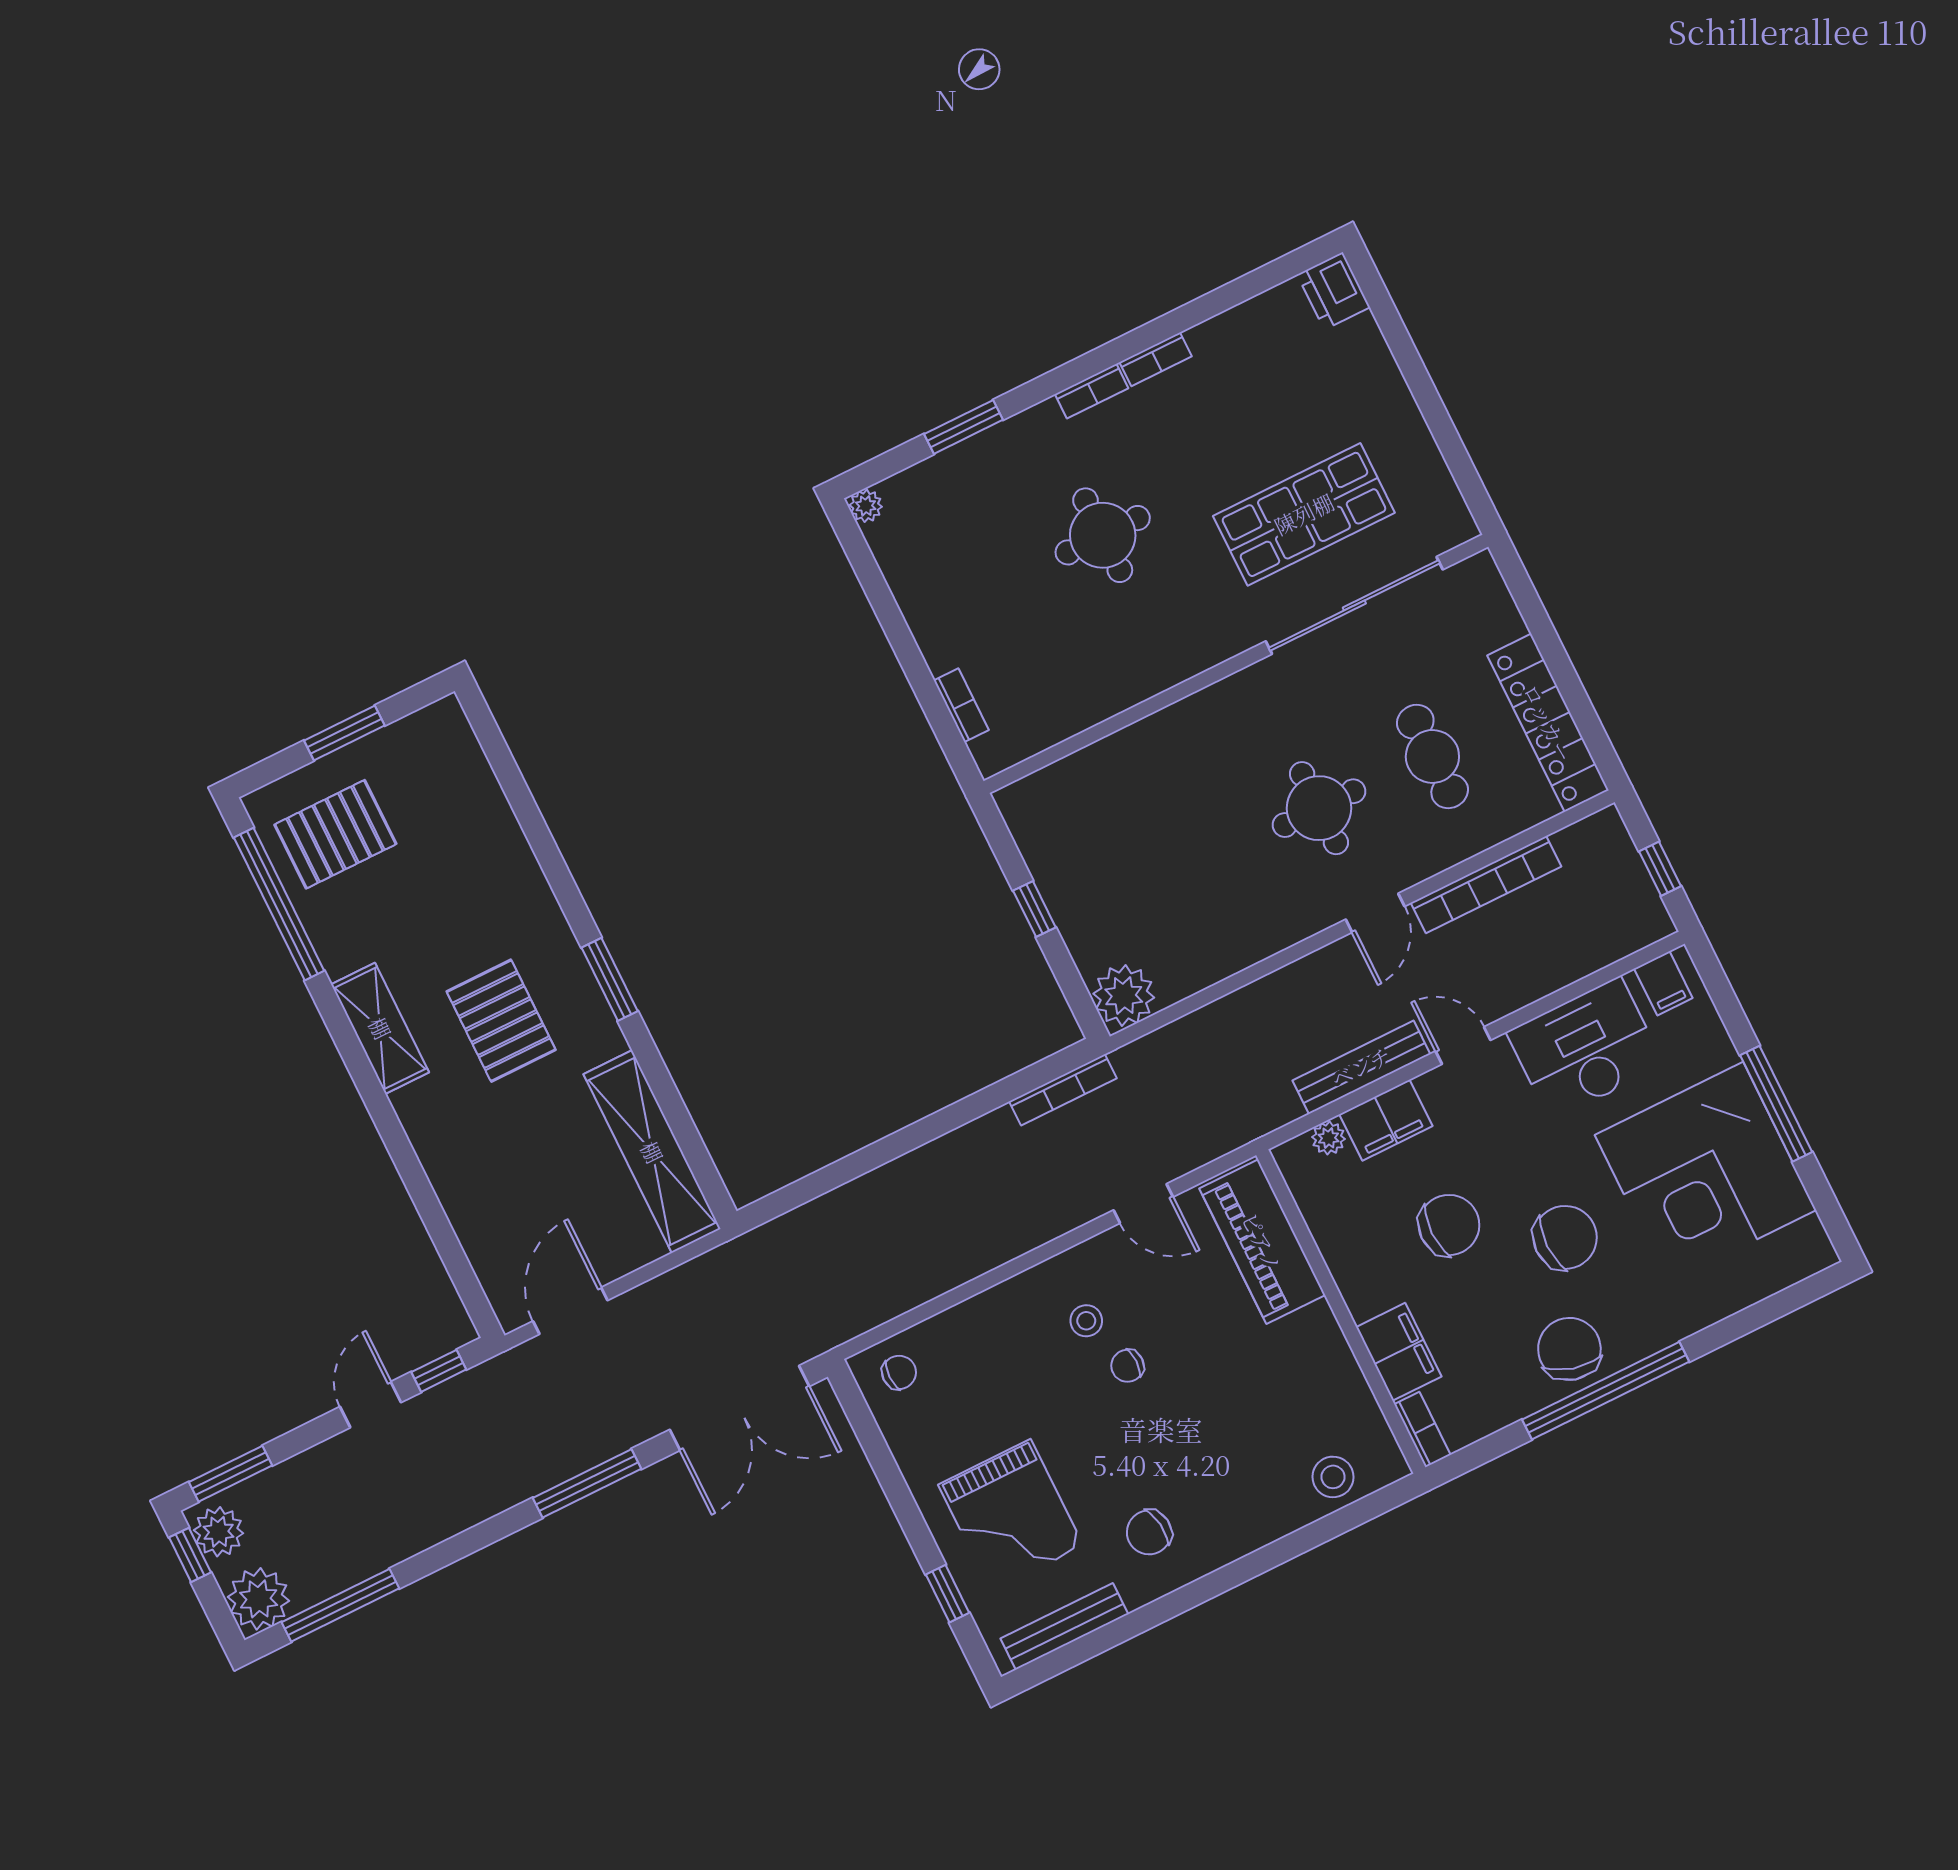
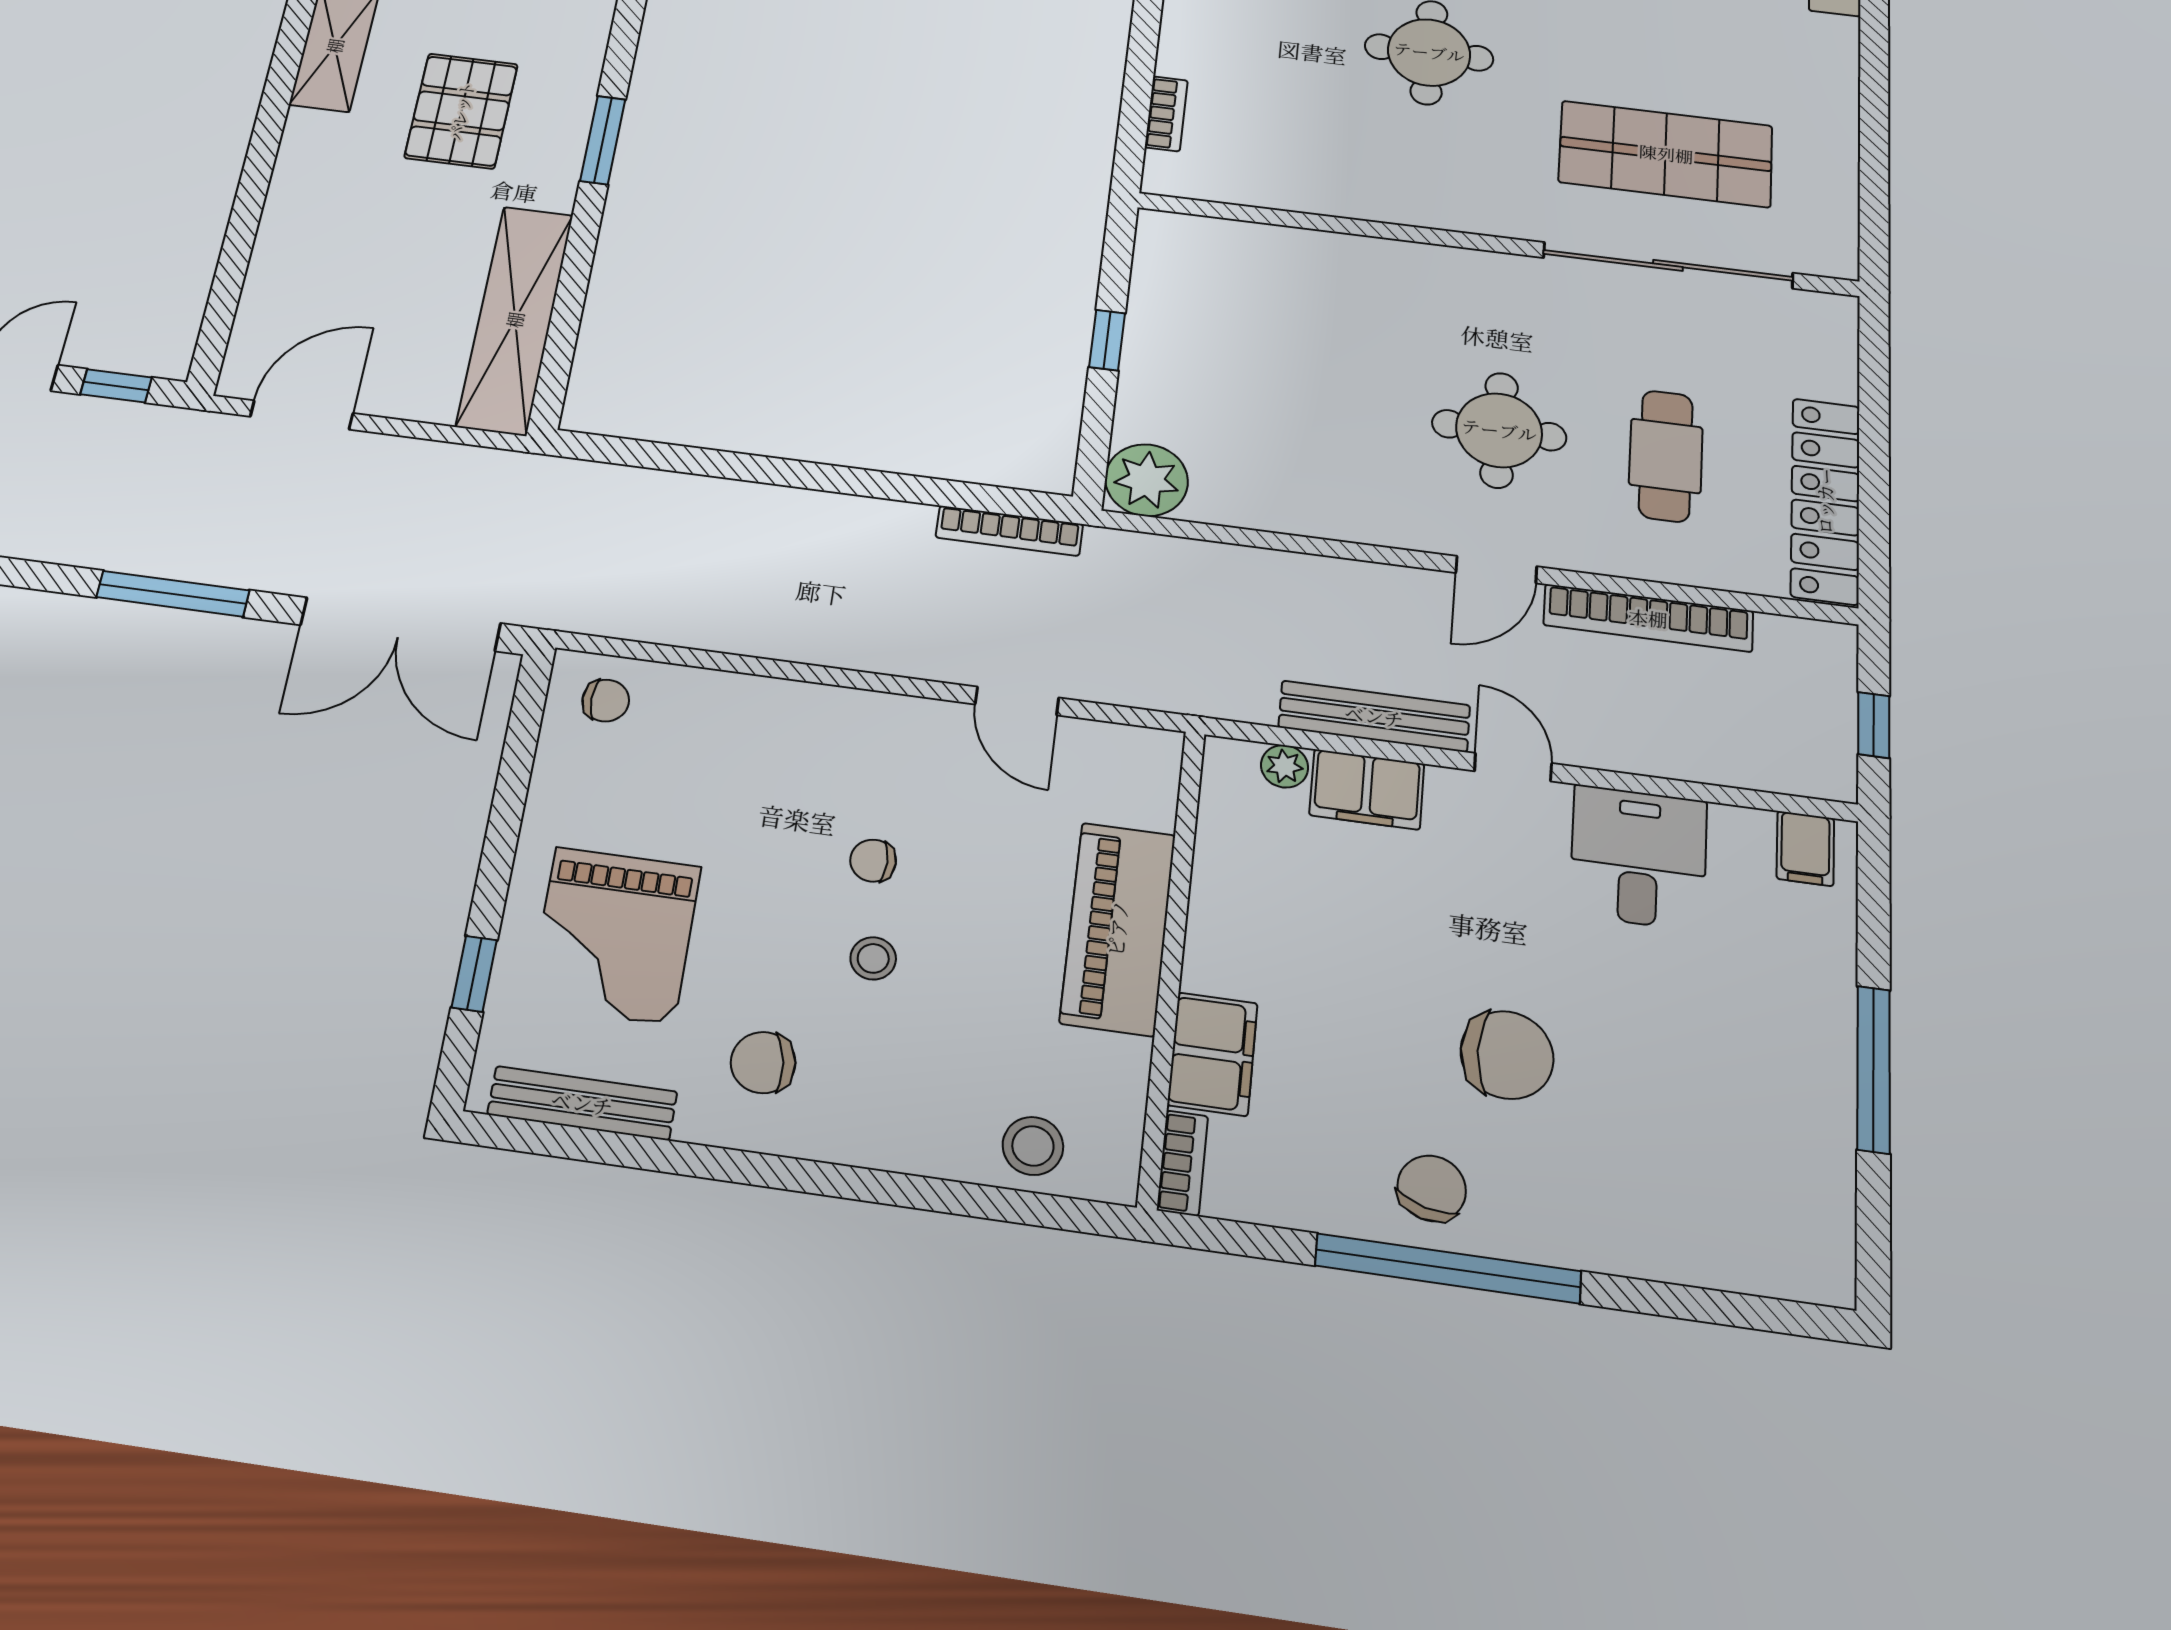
desk: (1585, 1049) -> (1638, 857), width x0.73
corner desk: (1705, 1173) -> (1734, 1092), removed
chair: (1449, 1225) -> (1369, 950), removed
piano: (1262, 1242) -> (1118, 928), moved
stool: (1086, 1321) -> (873, 958), moved
chair: (1569, 1349) -> (1432, 1188), width x0.73, depth x0.73

